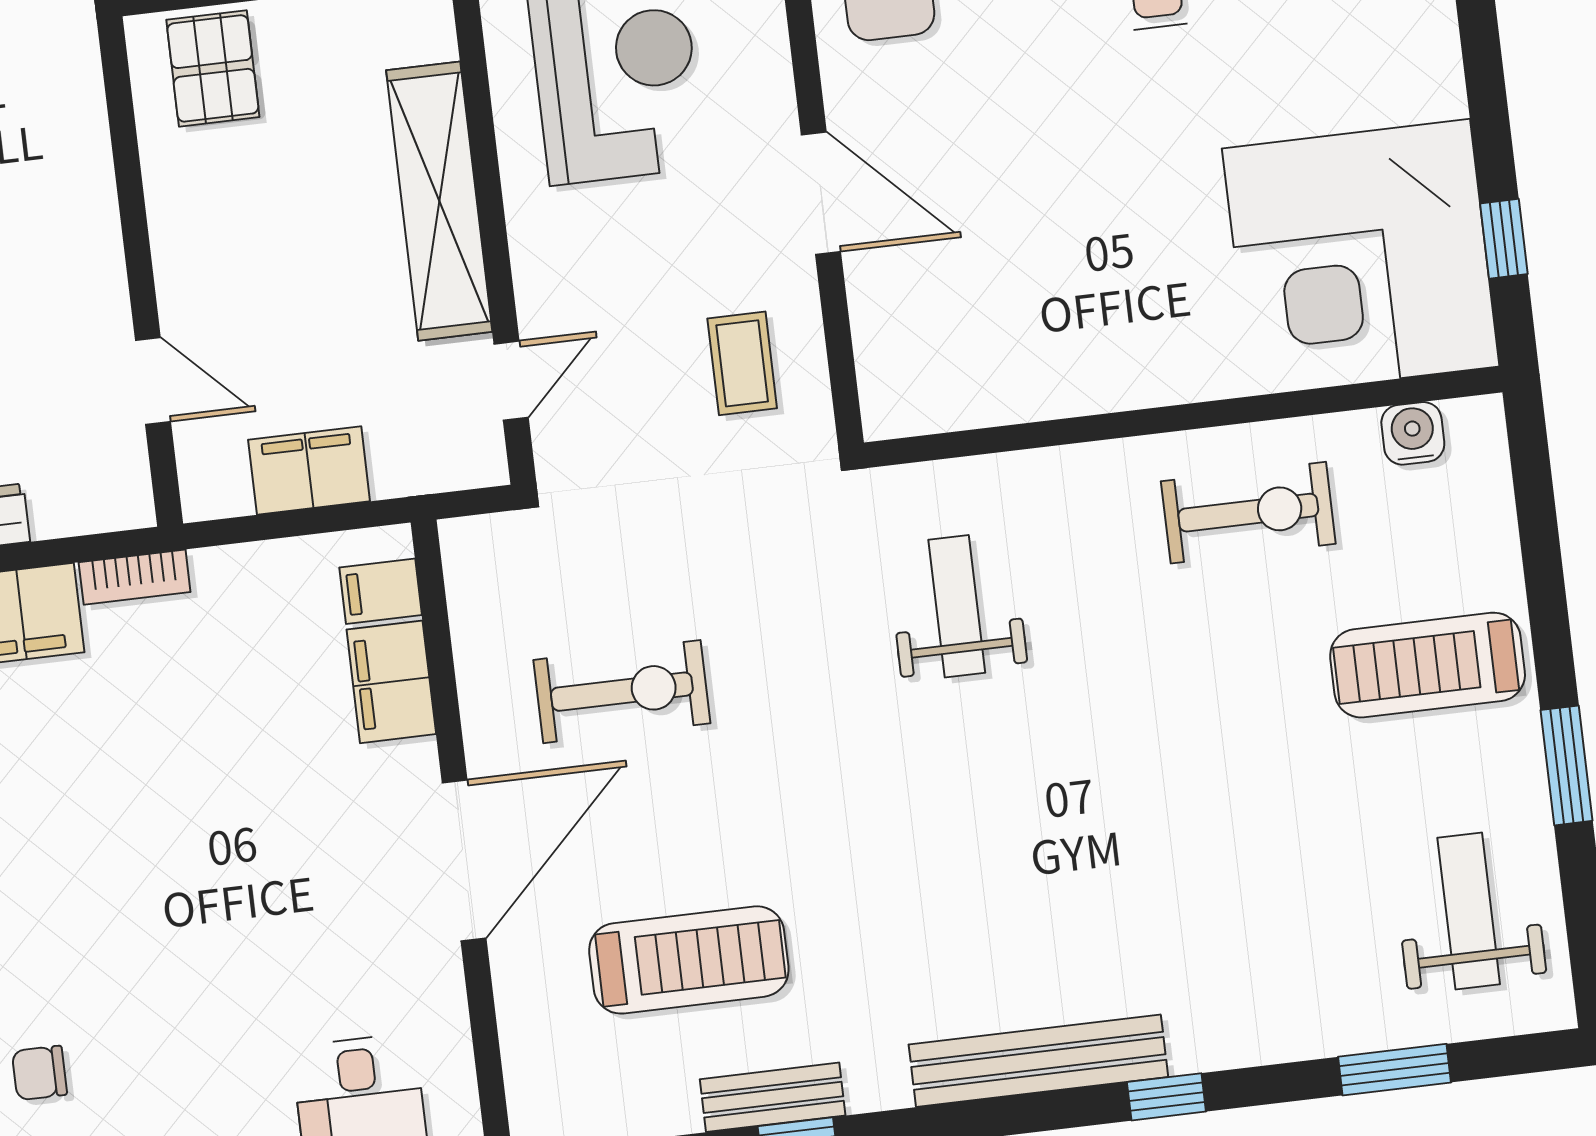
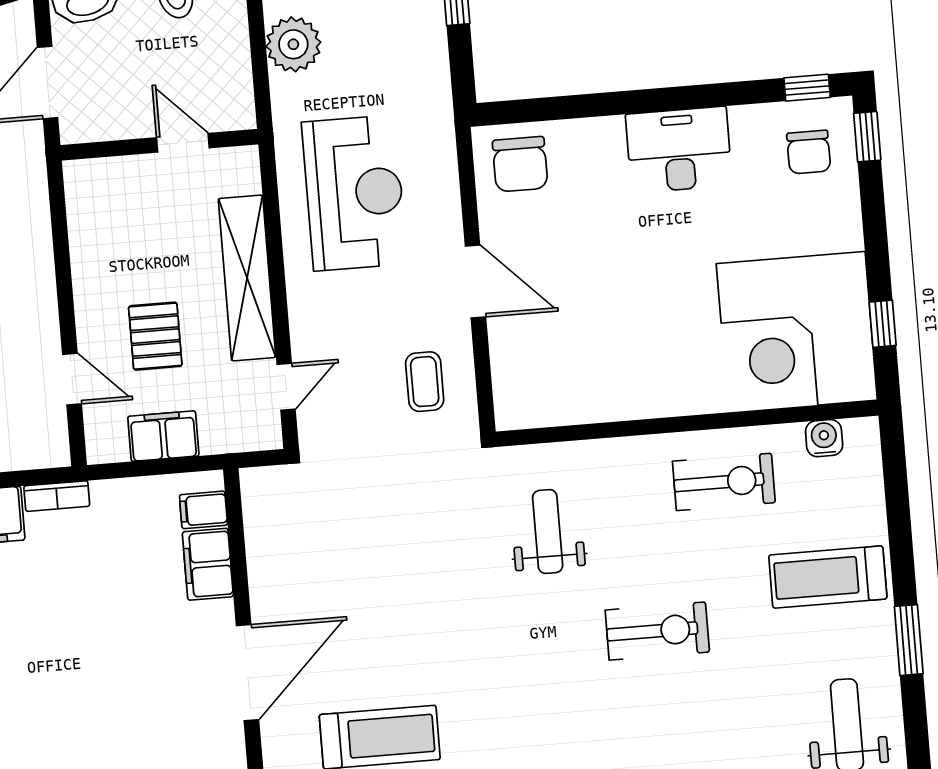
pallet: (213, 68) -> (155, 336), moved
exercise bike: (622, 692) -> (657, 631), moved

